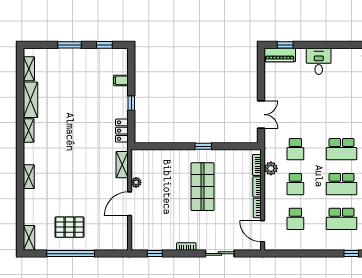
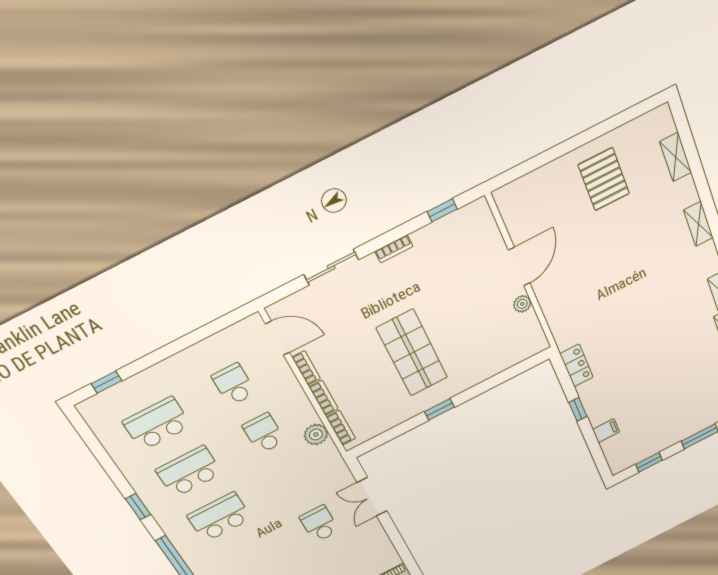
school desk: (295, 149) -> (319, 524), moved
shelving: (122, 165) -> (556, 318), removed
pallet: (69, 227) -> (604, 179), turned 90
shelving: (29, 238) -> (676, 157), moved
window: (71, 254) -> (586, 137), removed

